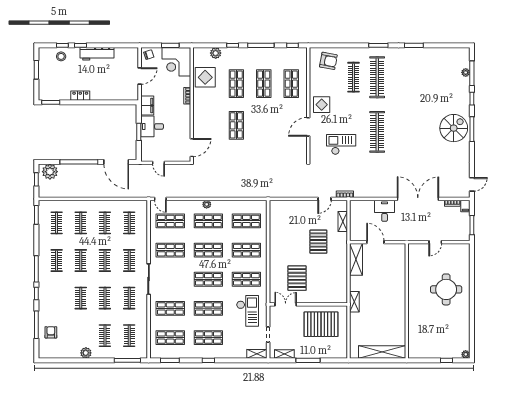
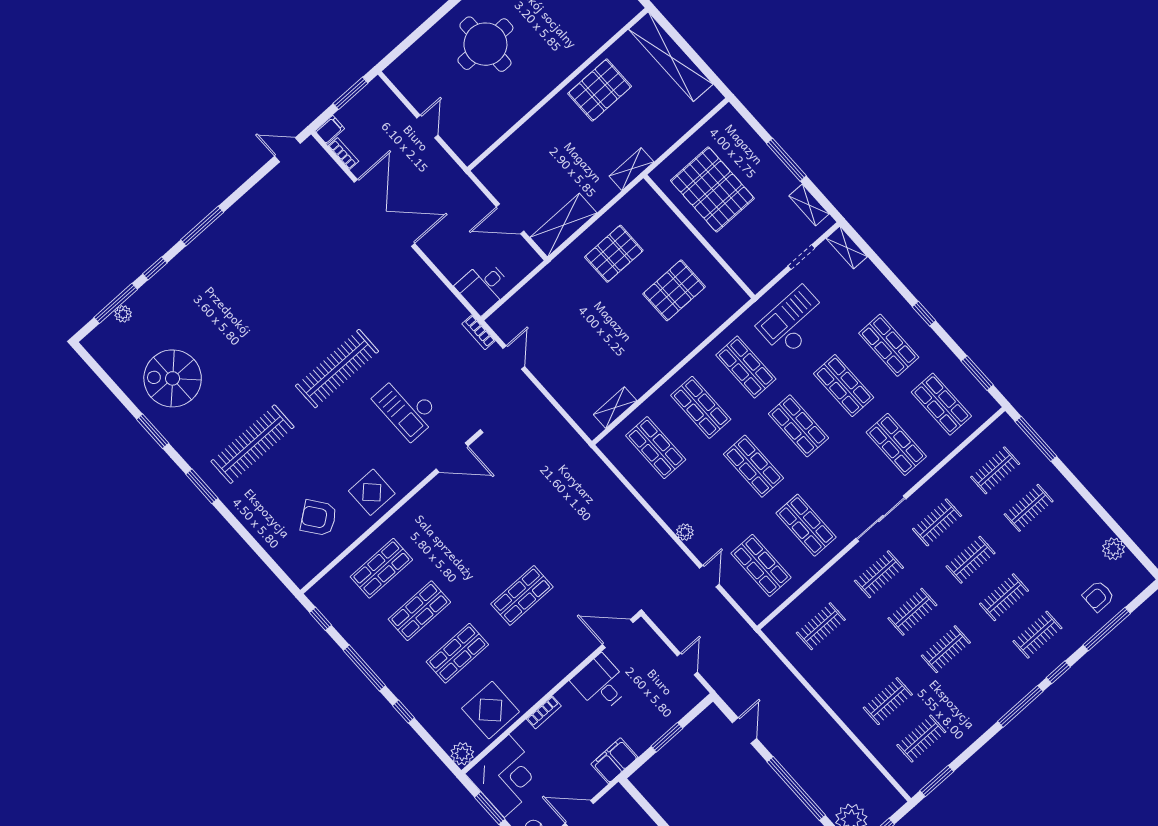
plant: (216, 53) -> (462, 754), moved
armchair: (328, 61) -> (319, 518), moved, turned -48
clothes rail: (353, 77) -> (285, 481), removed
desk: (152, 126) -> (601, 683), moved, turned 180
door: (308, 127) -> (452, 458), moved
spiral stairs: (454, 128) -> (173, 378), moved
door: (116, 162) -> (745, 731), width x0.53
door: (160, 199) -> (709, 576), moved
door: (324, 199) -> (514, 357), hinge flipped
double door: (418, 199) -> (384, 213), swing flipped
desk: (385, 211) -> (484, 287), moved
shop shelf: (208, 221) -> (708, 507), removed
shelving: (343, 222) -> (615, 408), moved
clothes rail: (105, 223) -> (854, 664), removed
pallet: (318, 242) -> (614, 254), moved
door: (375, 242) -> (510, 219), hinge flipped
door: (435, 242) -> (427, 126), hinge flipped
clothes rail: (57, 260) -> (1037, 635), moved
double door: (286, 304) -> (731, 272), removed
pallet: (393, 316) -> (600, 90), added
plant: (86, 353) -> (1113, 549), moved

